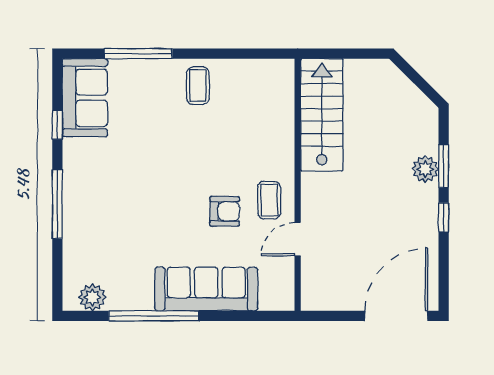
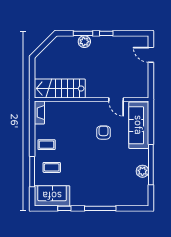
fireplace: (269, 70) -> (39, 113), added
coffee table: (269, 200) -> (52, 167), moved
sofa: (206, 289) -> (139, 125), moved
plant: (92, 297) -> (142, 171), moved
door: (396, 316) -> (151, 55), width x0.53

